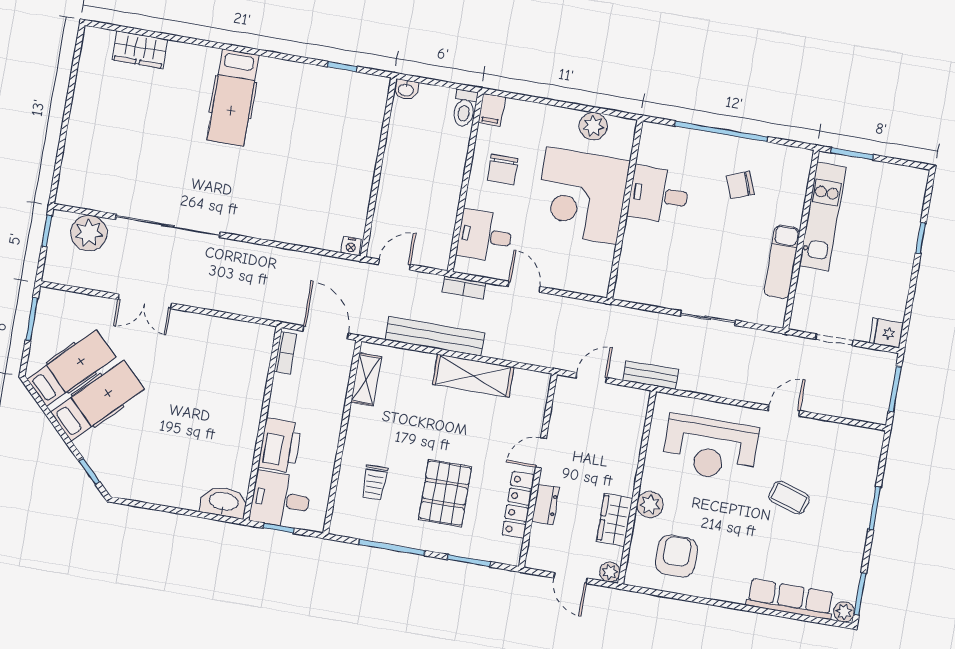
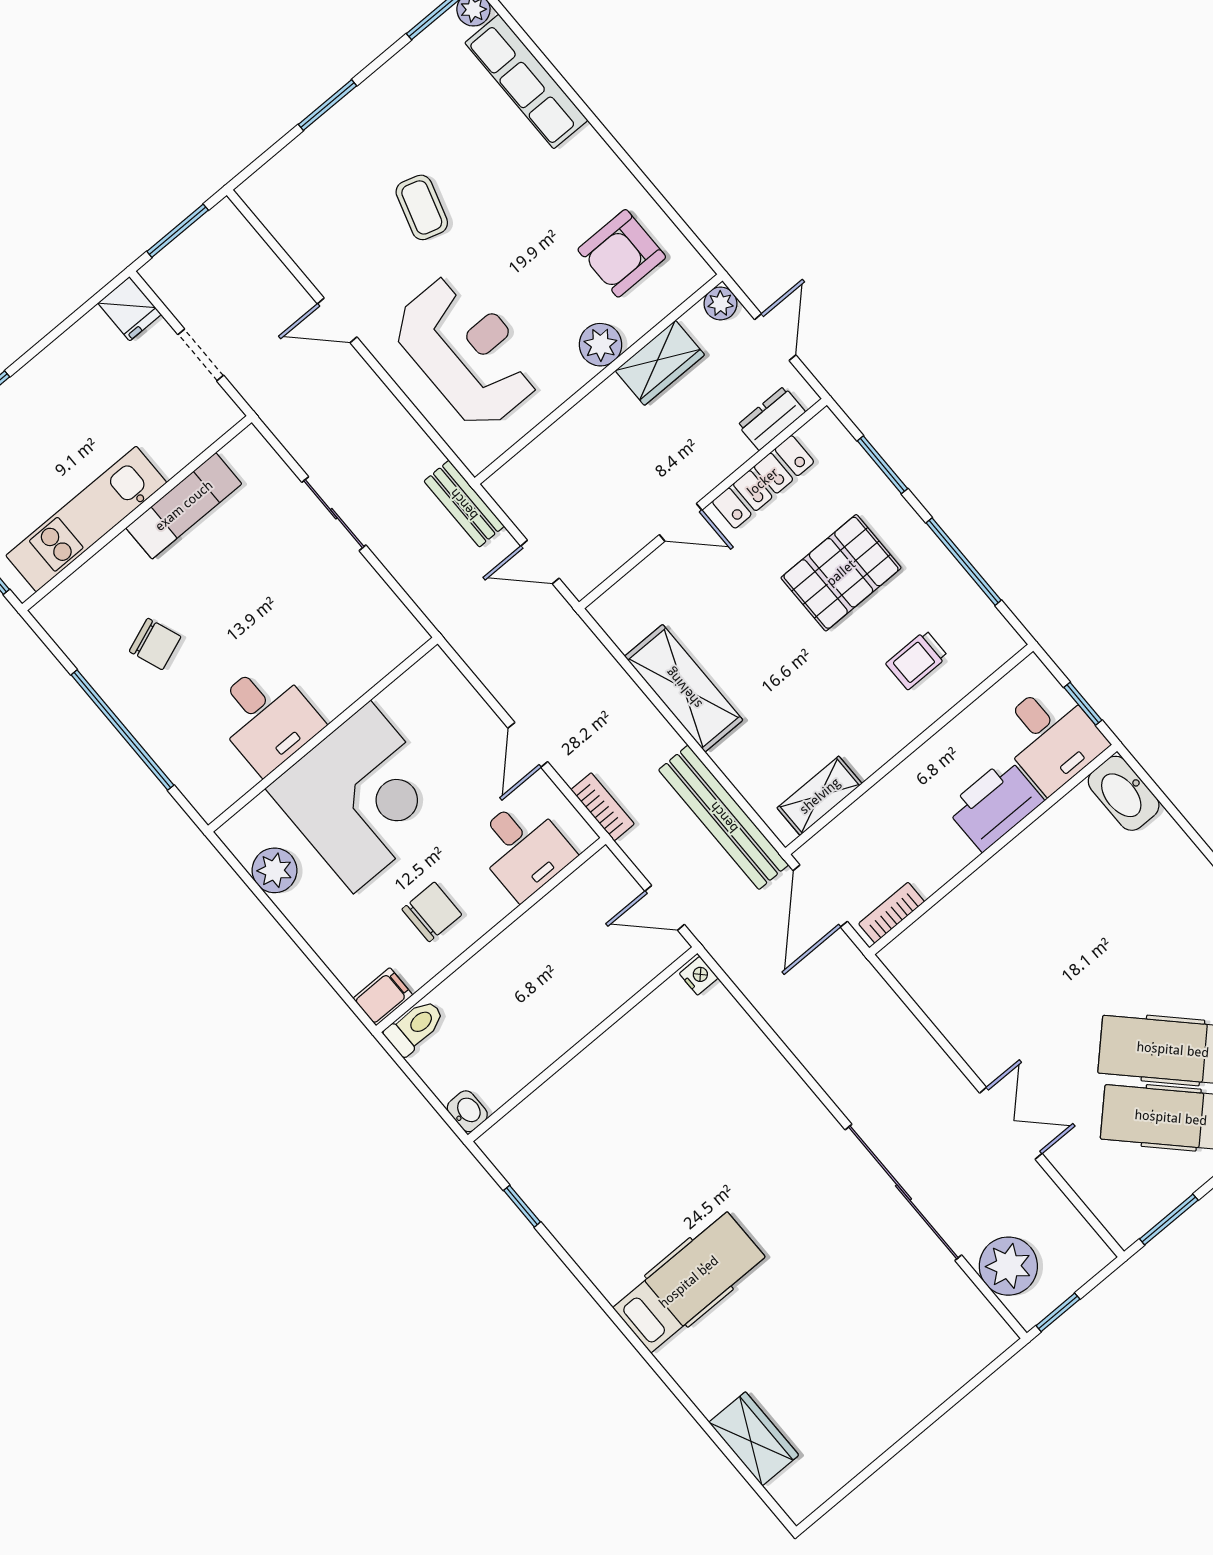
bench: (435, 336) -> (724, 817), moved
trolley: (374, 482) -> (917, 660), turned 180
dresser: (545, 504) -> (772, 418), moved

